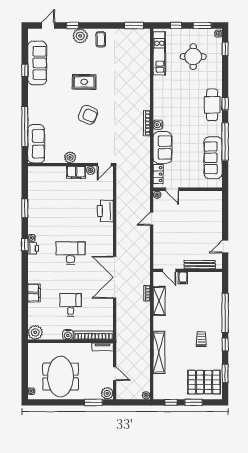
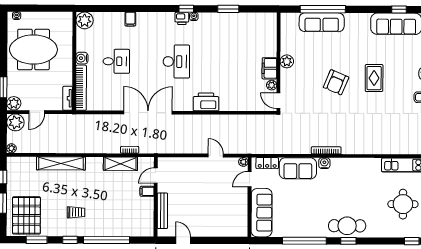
window: (25, 71) -> (399, 9), moved
sofa: (36, 144) -> (322, 22), moved
sofa: (213, 158) -> (262, 213), moved, turned 90
printer: (105, 211) -> (206, 102), moved
filing cabinet: (34, 293) -> (130, 19), width x0.50
plant: (124, 392) -> (15, 122), added

